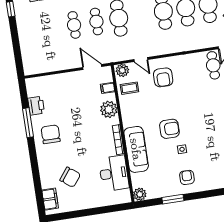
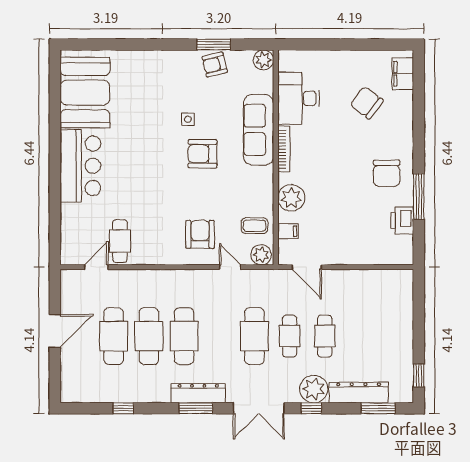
armchair: (187, 177) -> (215, 65), moved, turned 76

